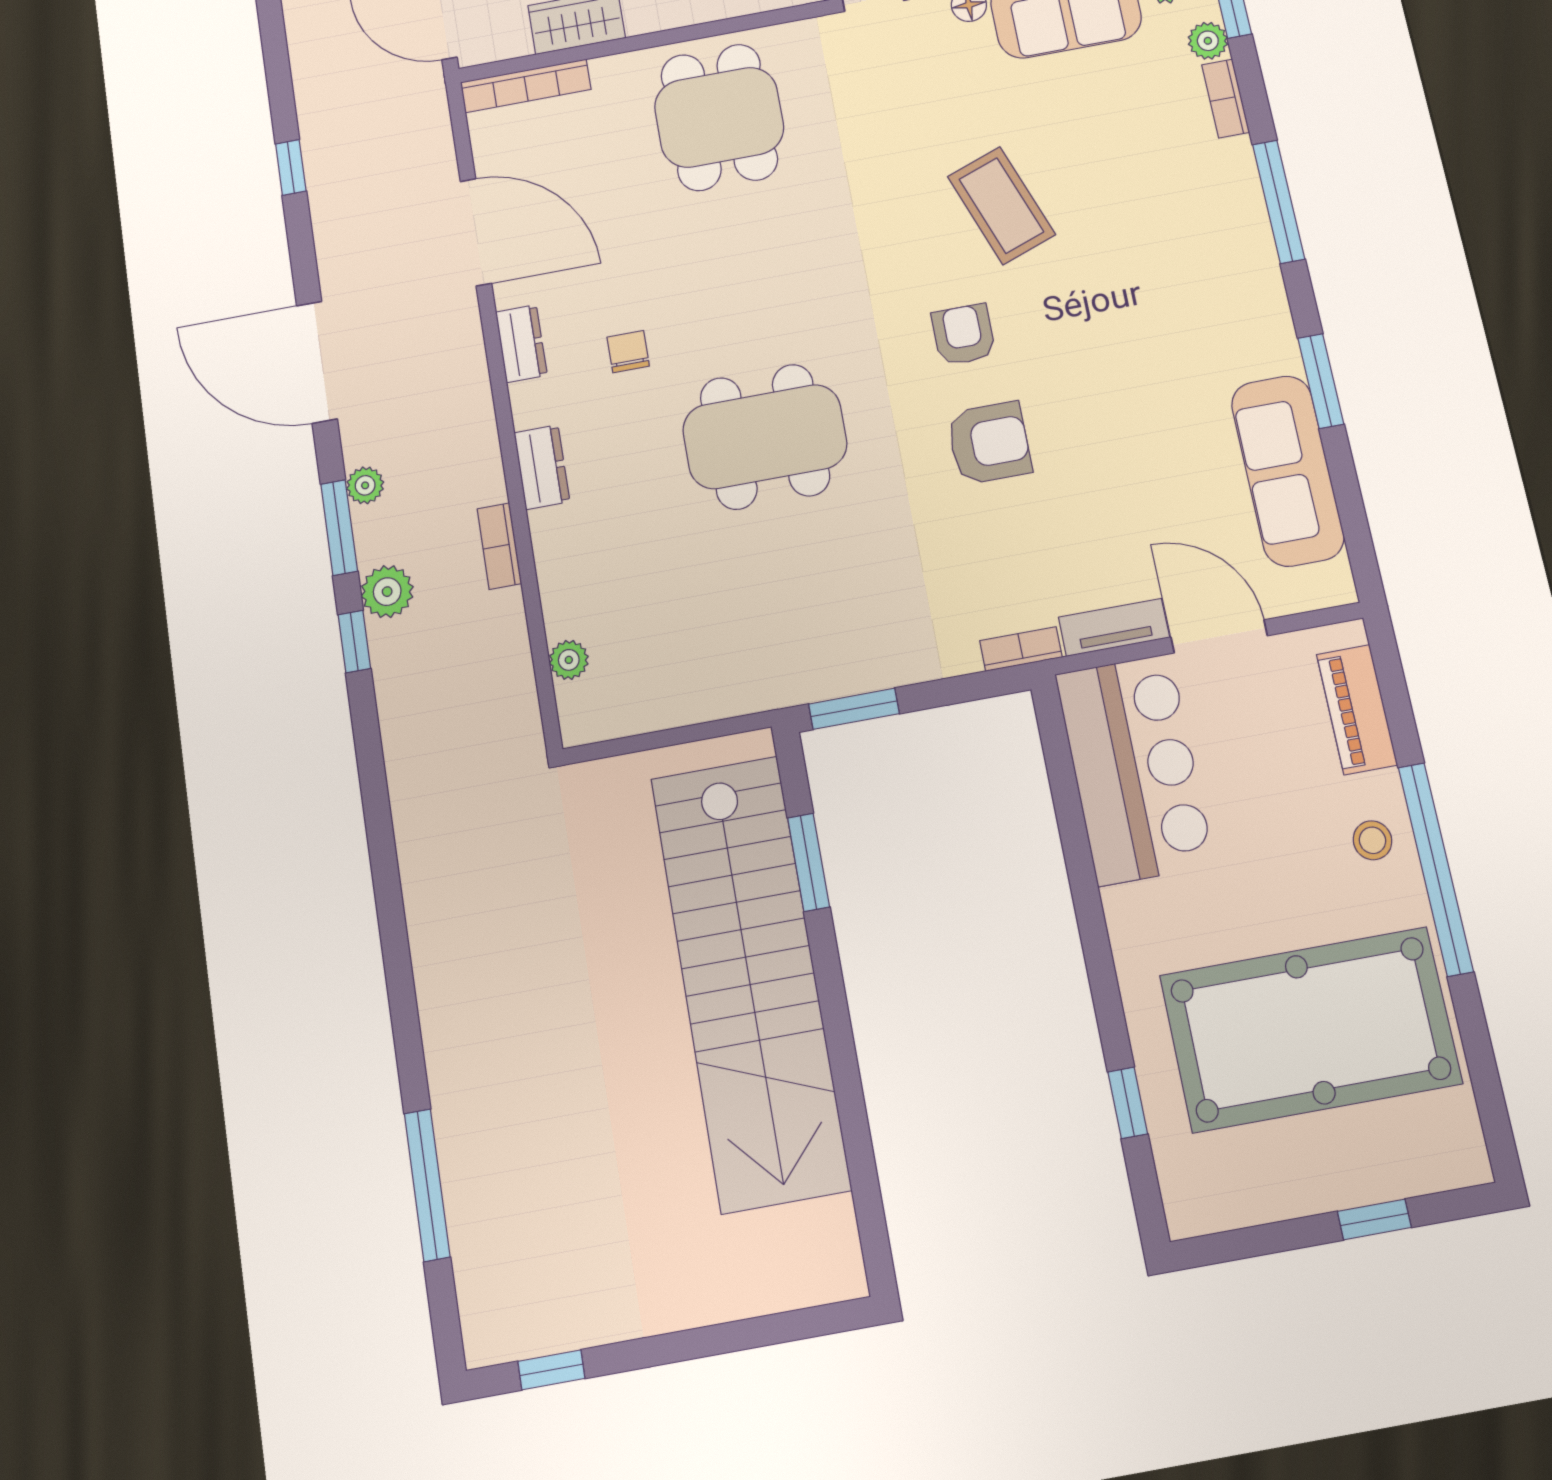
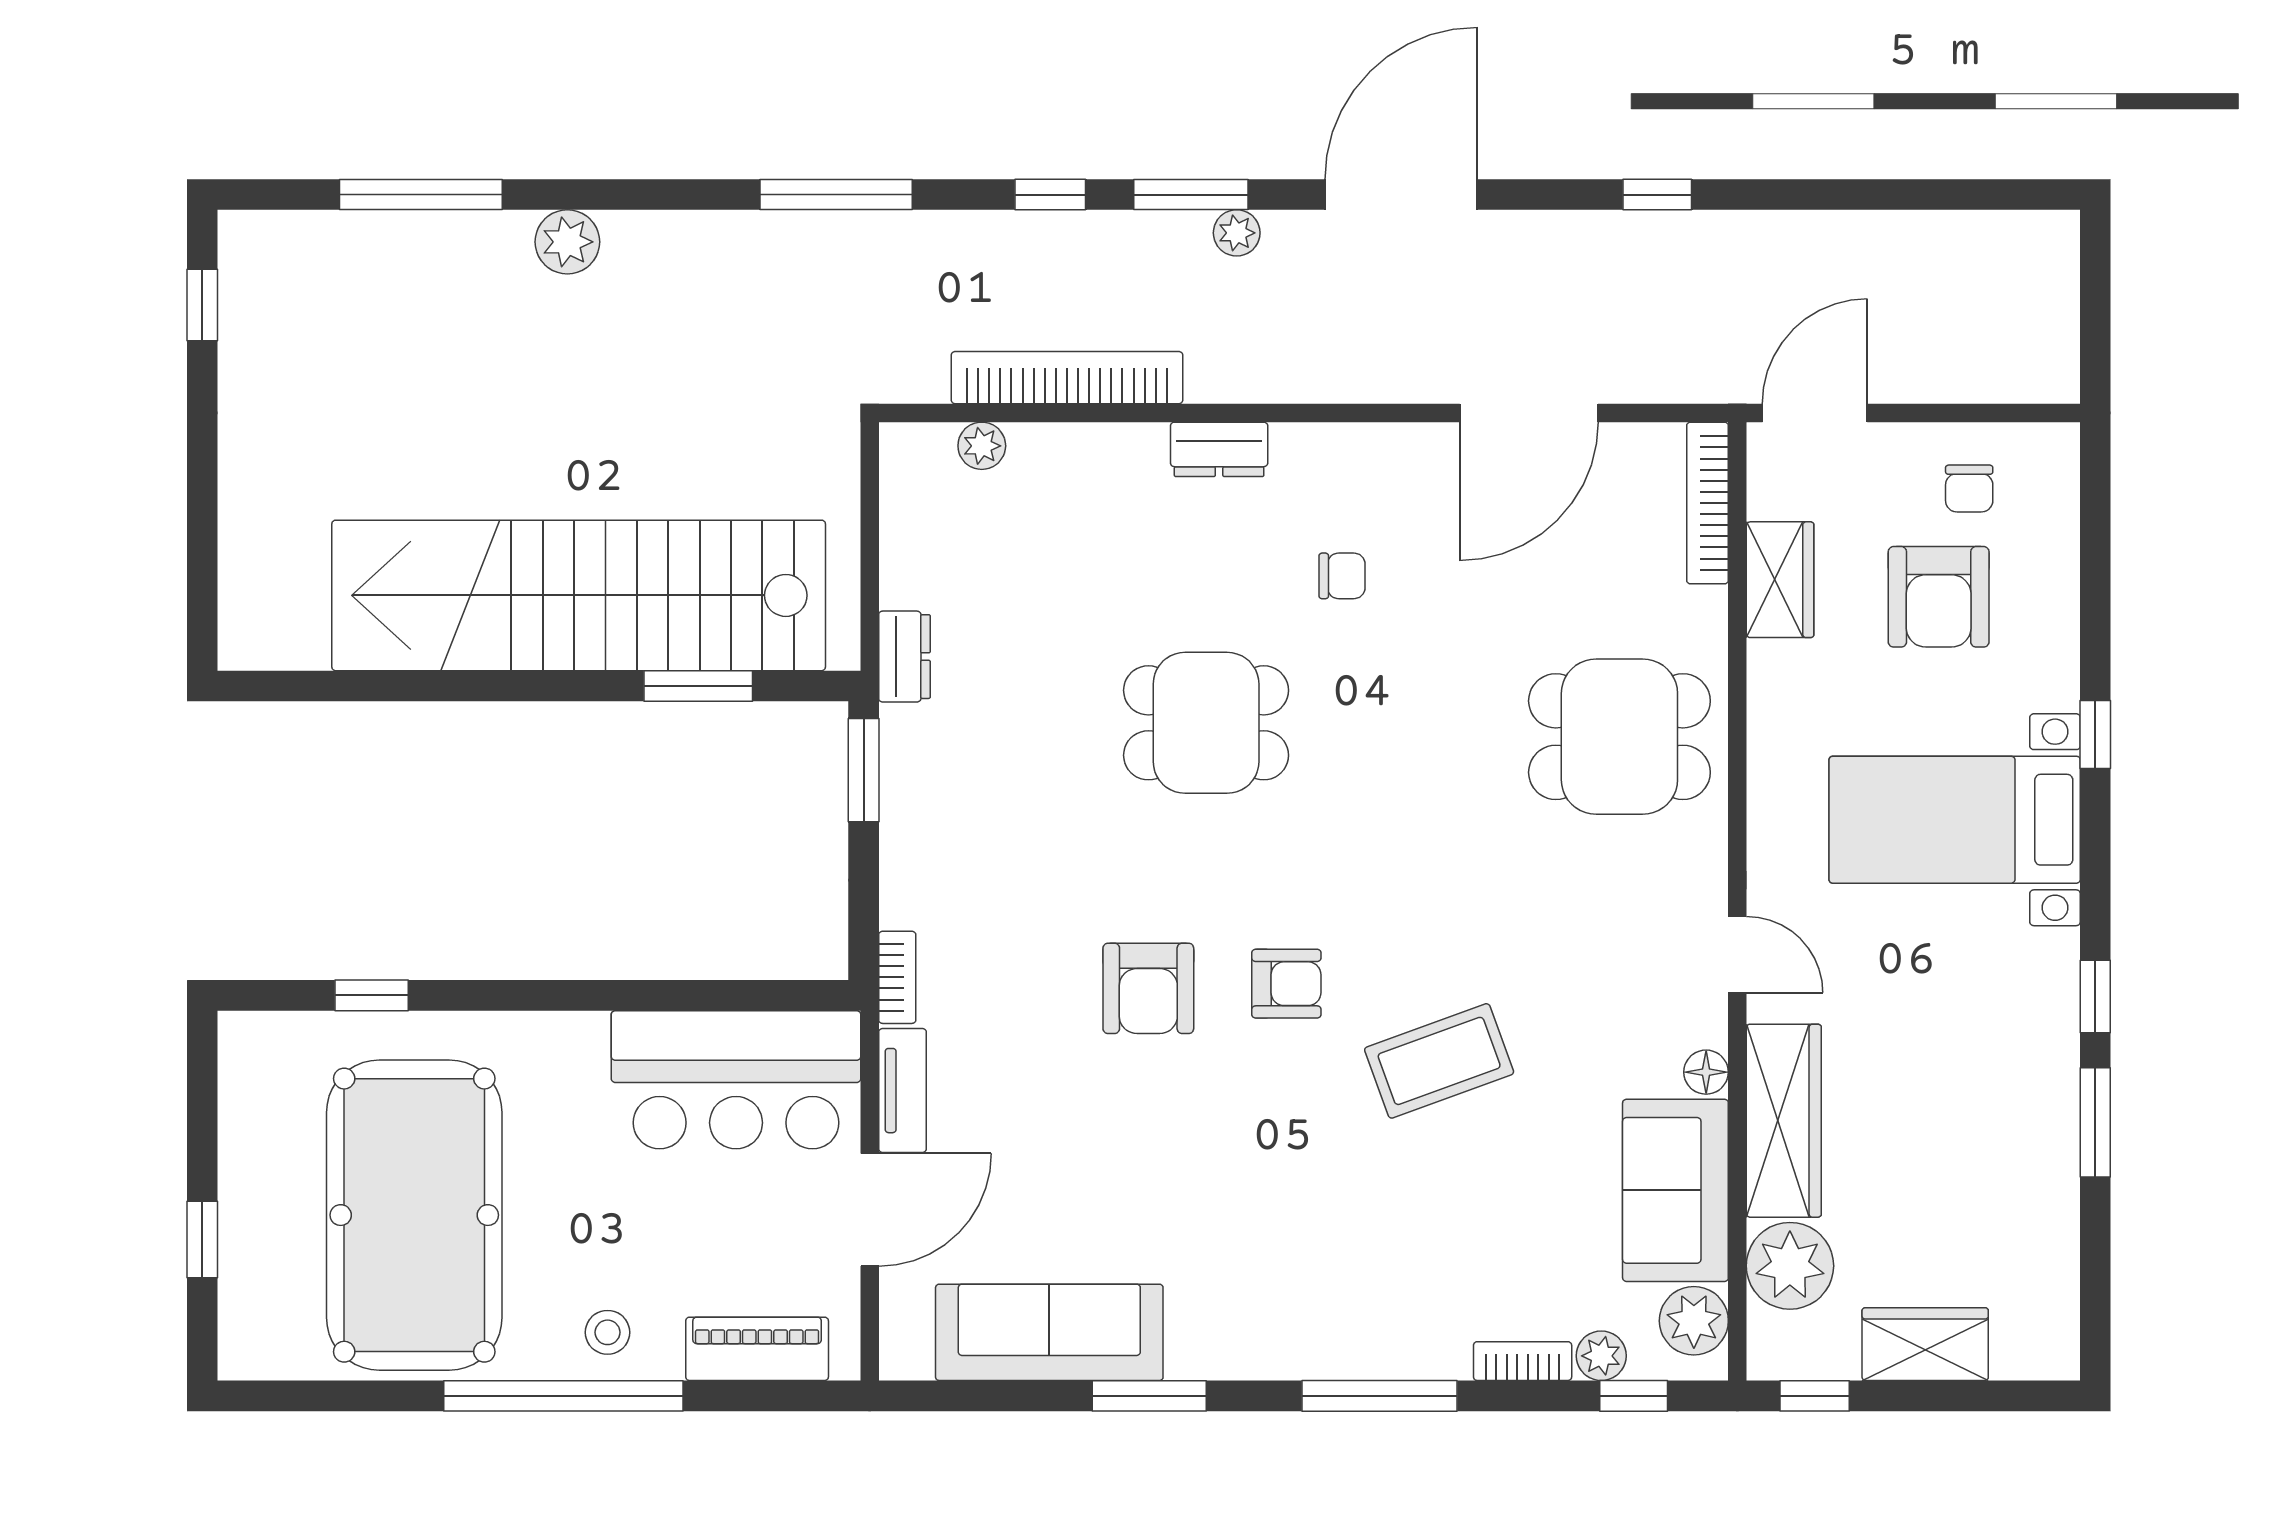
dresser: (521, 343) -> (904, 657), moved, turned -90
dining table: (765, 437) -> (1206, 723), width x0.73
bookcase: (499, 546) -> (1067, 378), width x2.31, depth x1.31
plant: (387, 592) -> (567, 242), moved
window: (378, 820) -> (836, 195), added

